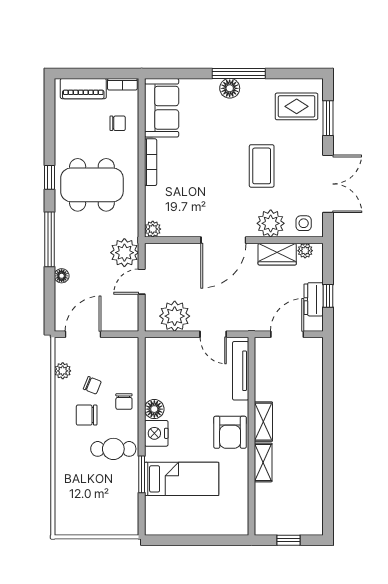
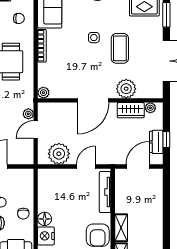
side table: (304, 223) -> (94, 38), moved
plant: (124, 253) -> (28, 114), width x0.53, depth x0.53
door: (213, 334) -> (86, 166), swing flipped

